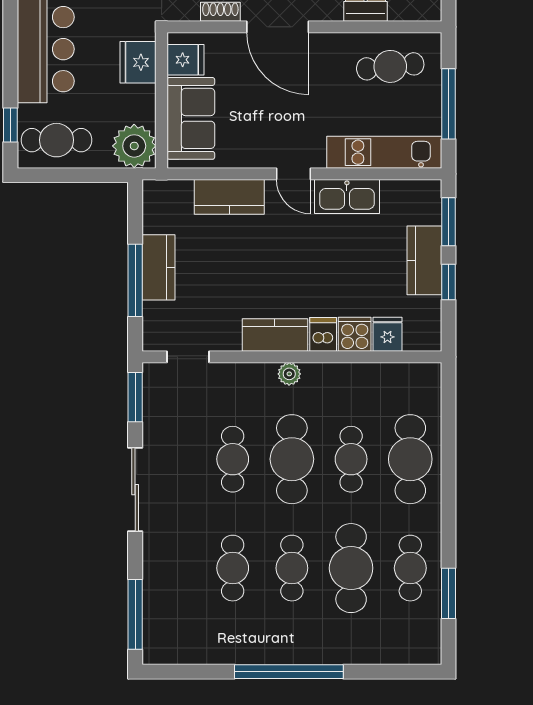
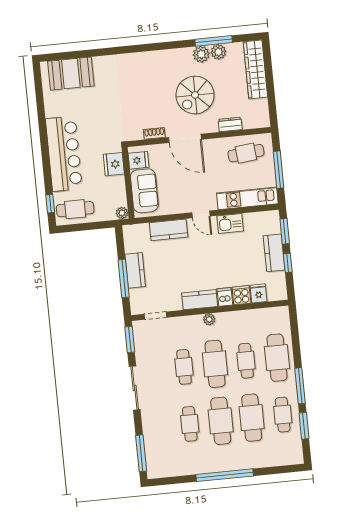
plant: (134, 146) -> (122, 213), width x0.53, depth x0.53
kitchen sink: (347, 196) -> (230, 223), width x0.73
window: (449, 517) -> (300, 386), added
cafe table: (292, 568) -> (221, 421), width x1.37, depth x1.35

